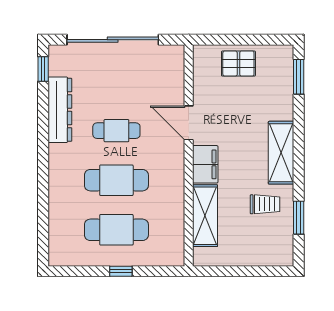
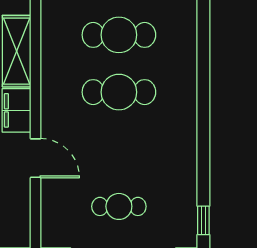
dresser: (60, 110) -> (184, 173), removed
cafe table: (116, 131) -> (119, 206), moved

